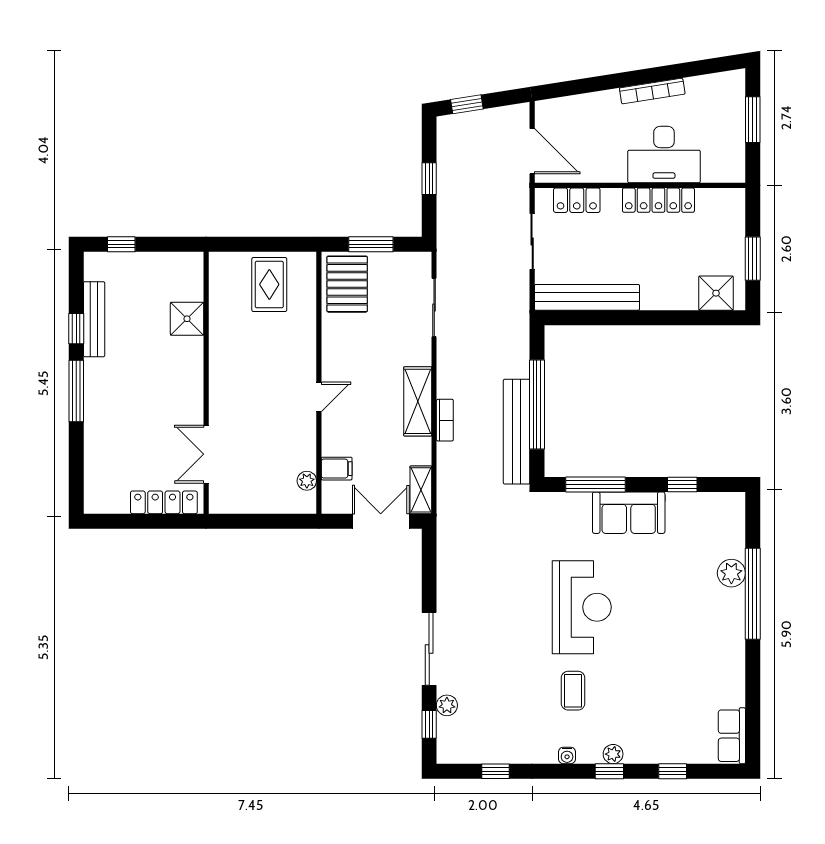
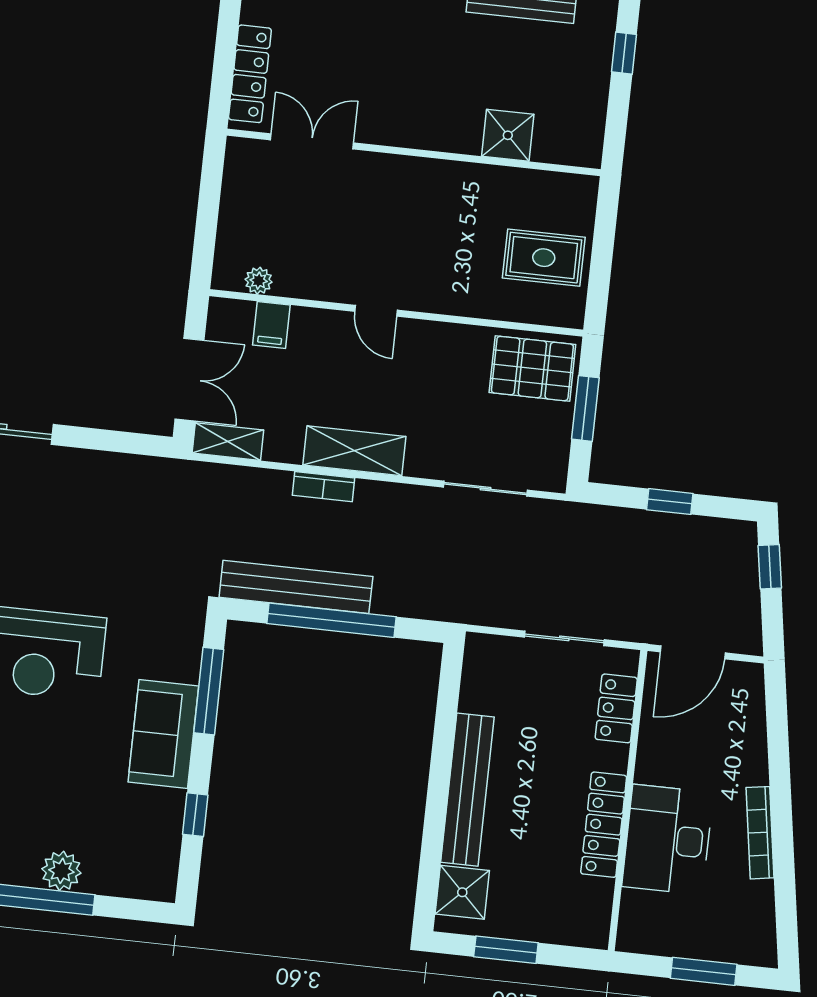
bench: (587, 297) -> (467, 790), moved

